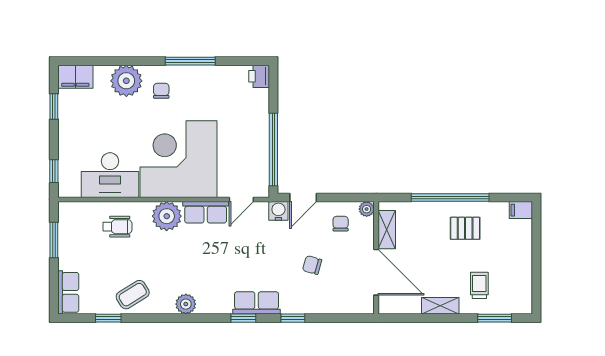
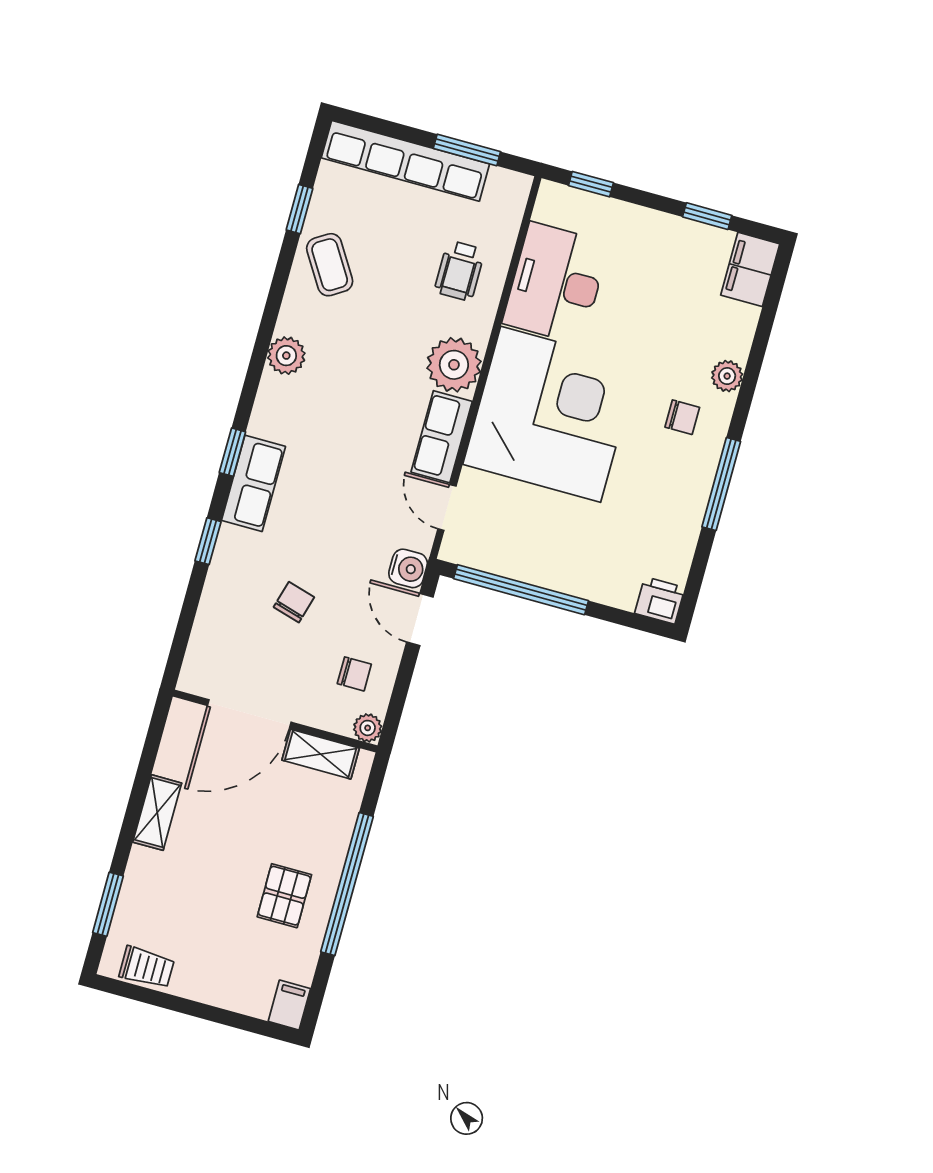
plant: (126, 81) -> (727, 376), width x0.53, depth x0.53
trolley: (479, 285) -> (147, 967), moved
row of seats: (68, 292) -> (405, 161), width x2.02

